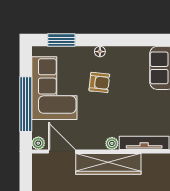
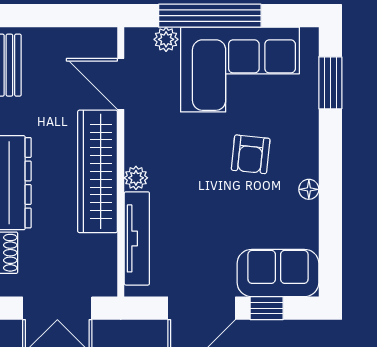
floor lamp: (100, 52) -> (309, 189), moved
plant: (38, 143) -> (166, 39), moved
door: (62, 151) -> (121, 84), swing flipped

